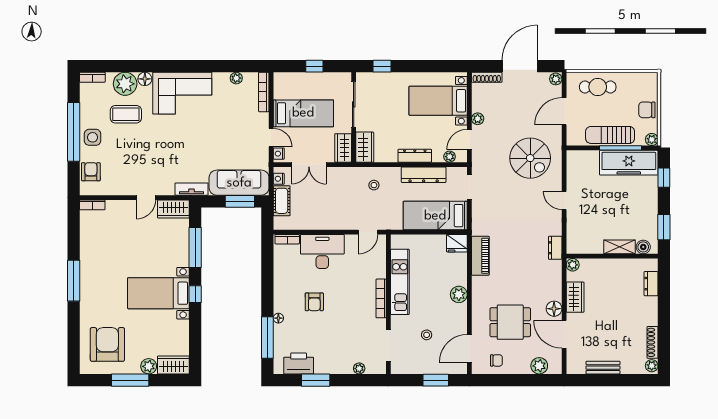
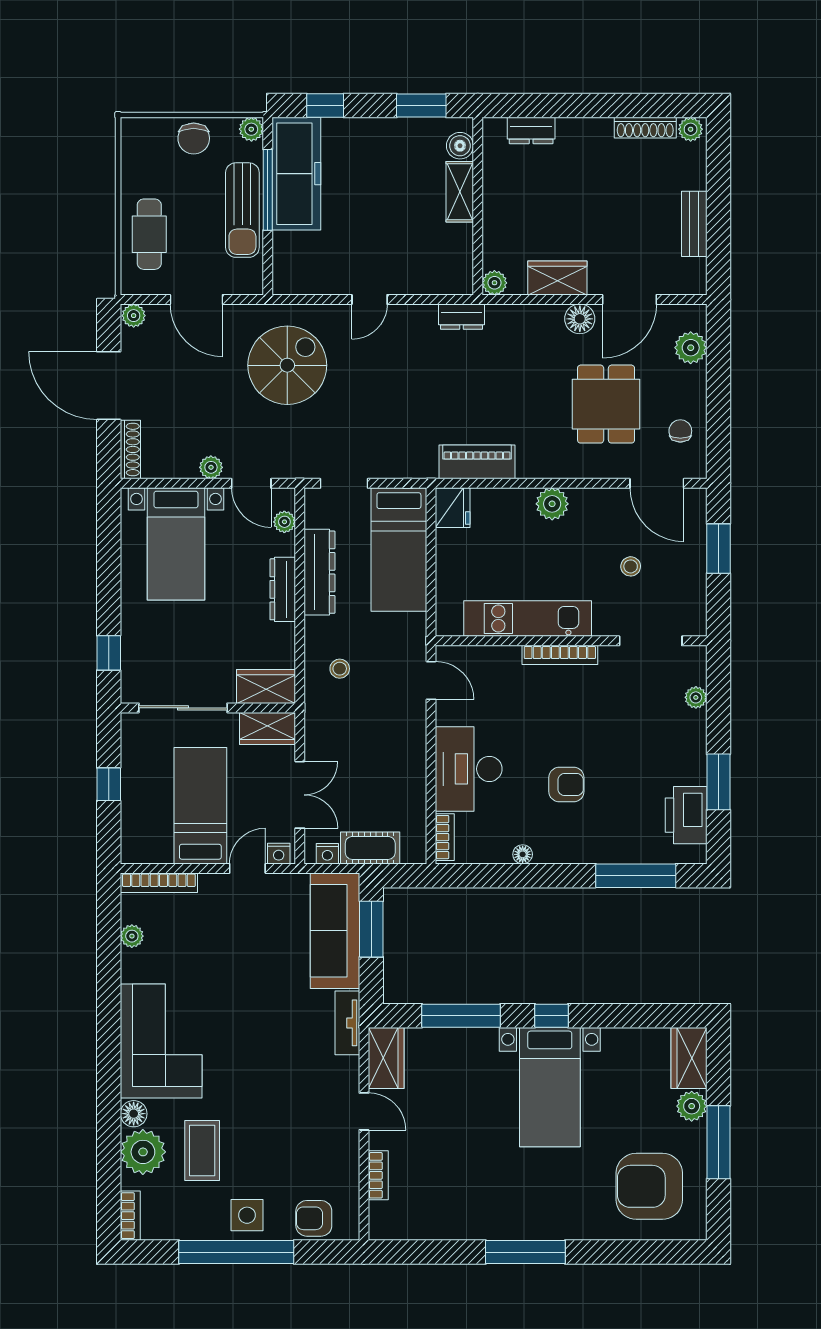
bookcase: (92, 205) -> (378, 1175), moved
floor lamp: (278, 318) -> (523, 854), moved

